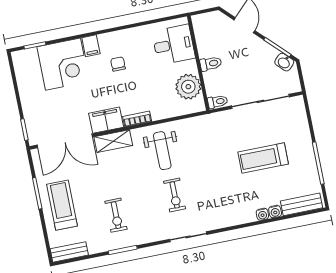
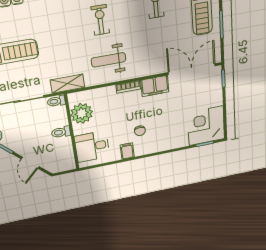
filing cabinet: (91, 46) -> (127, 151), moved
corner desk: (63, 64) -> (206, 126), moved
shelving: (113, 141) -> (68, 84), moved
weight bench: (162, 151) -> (109, 60), turned -90

